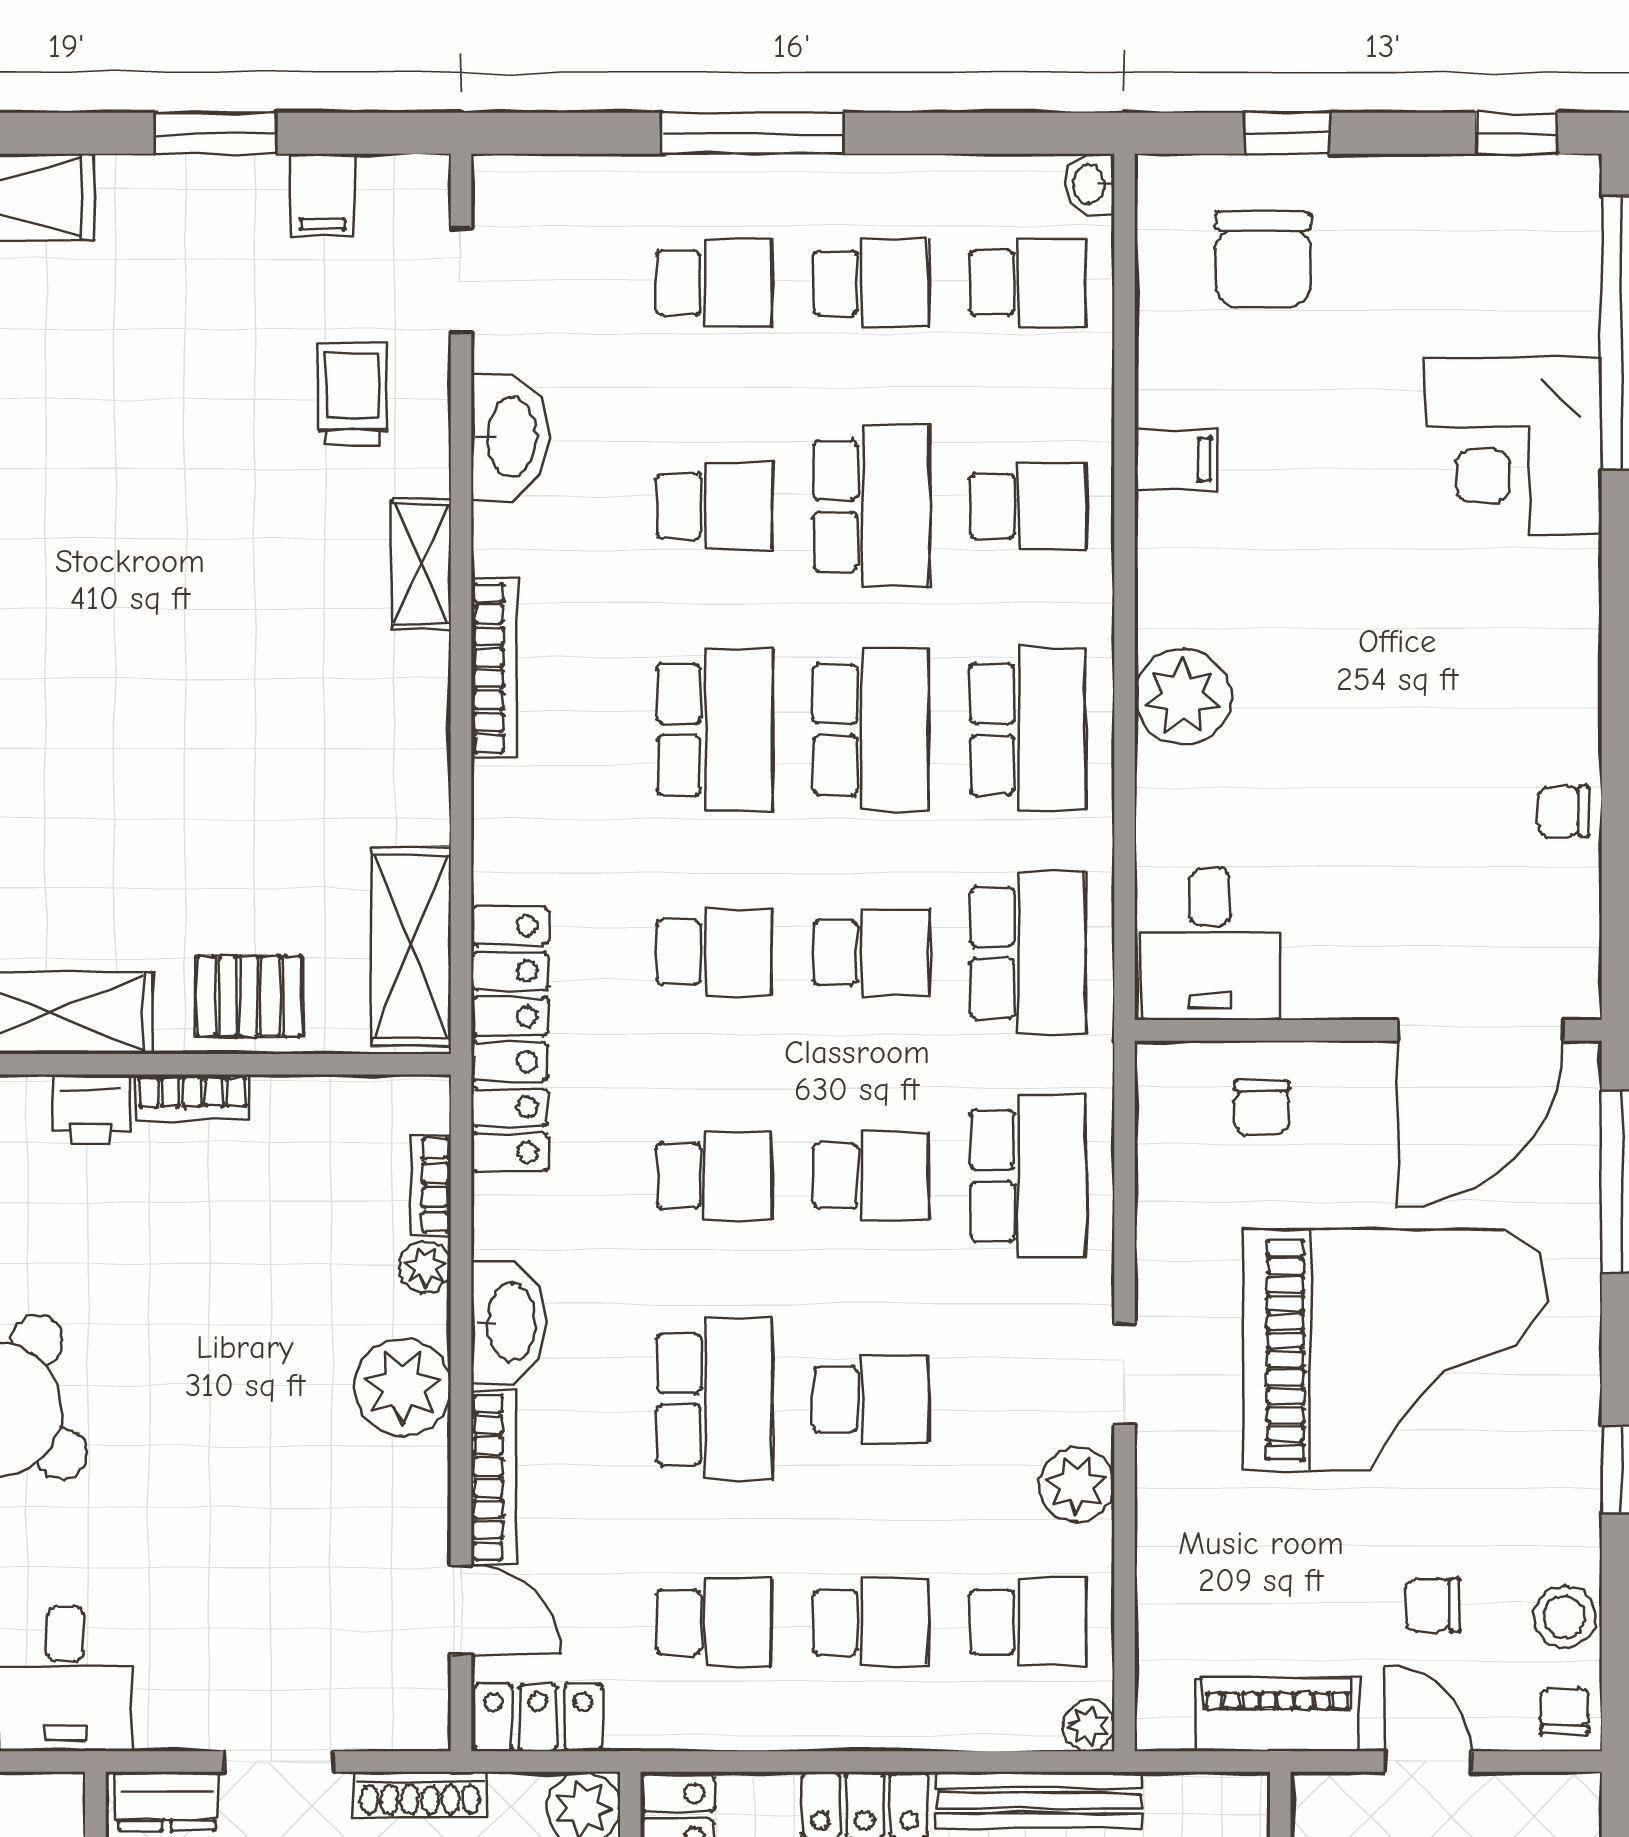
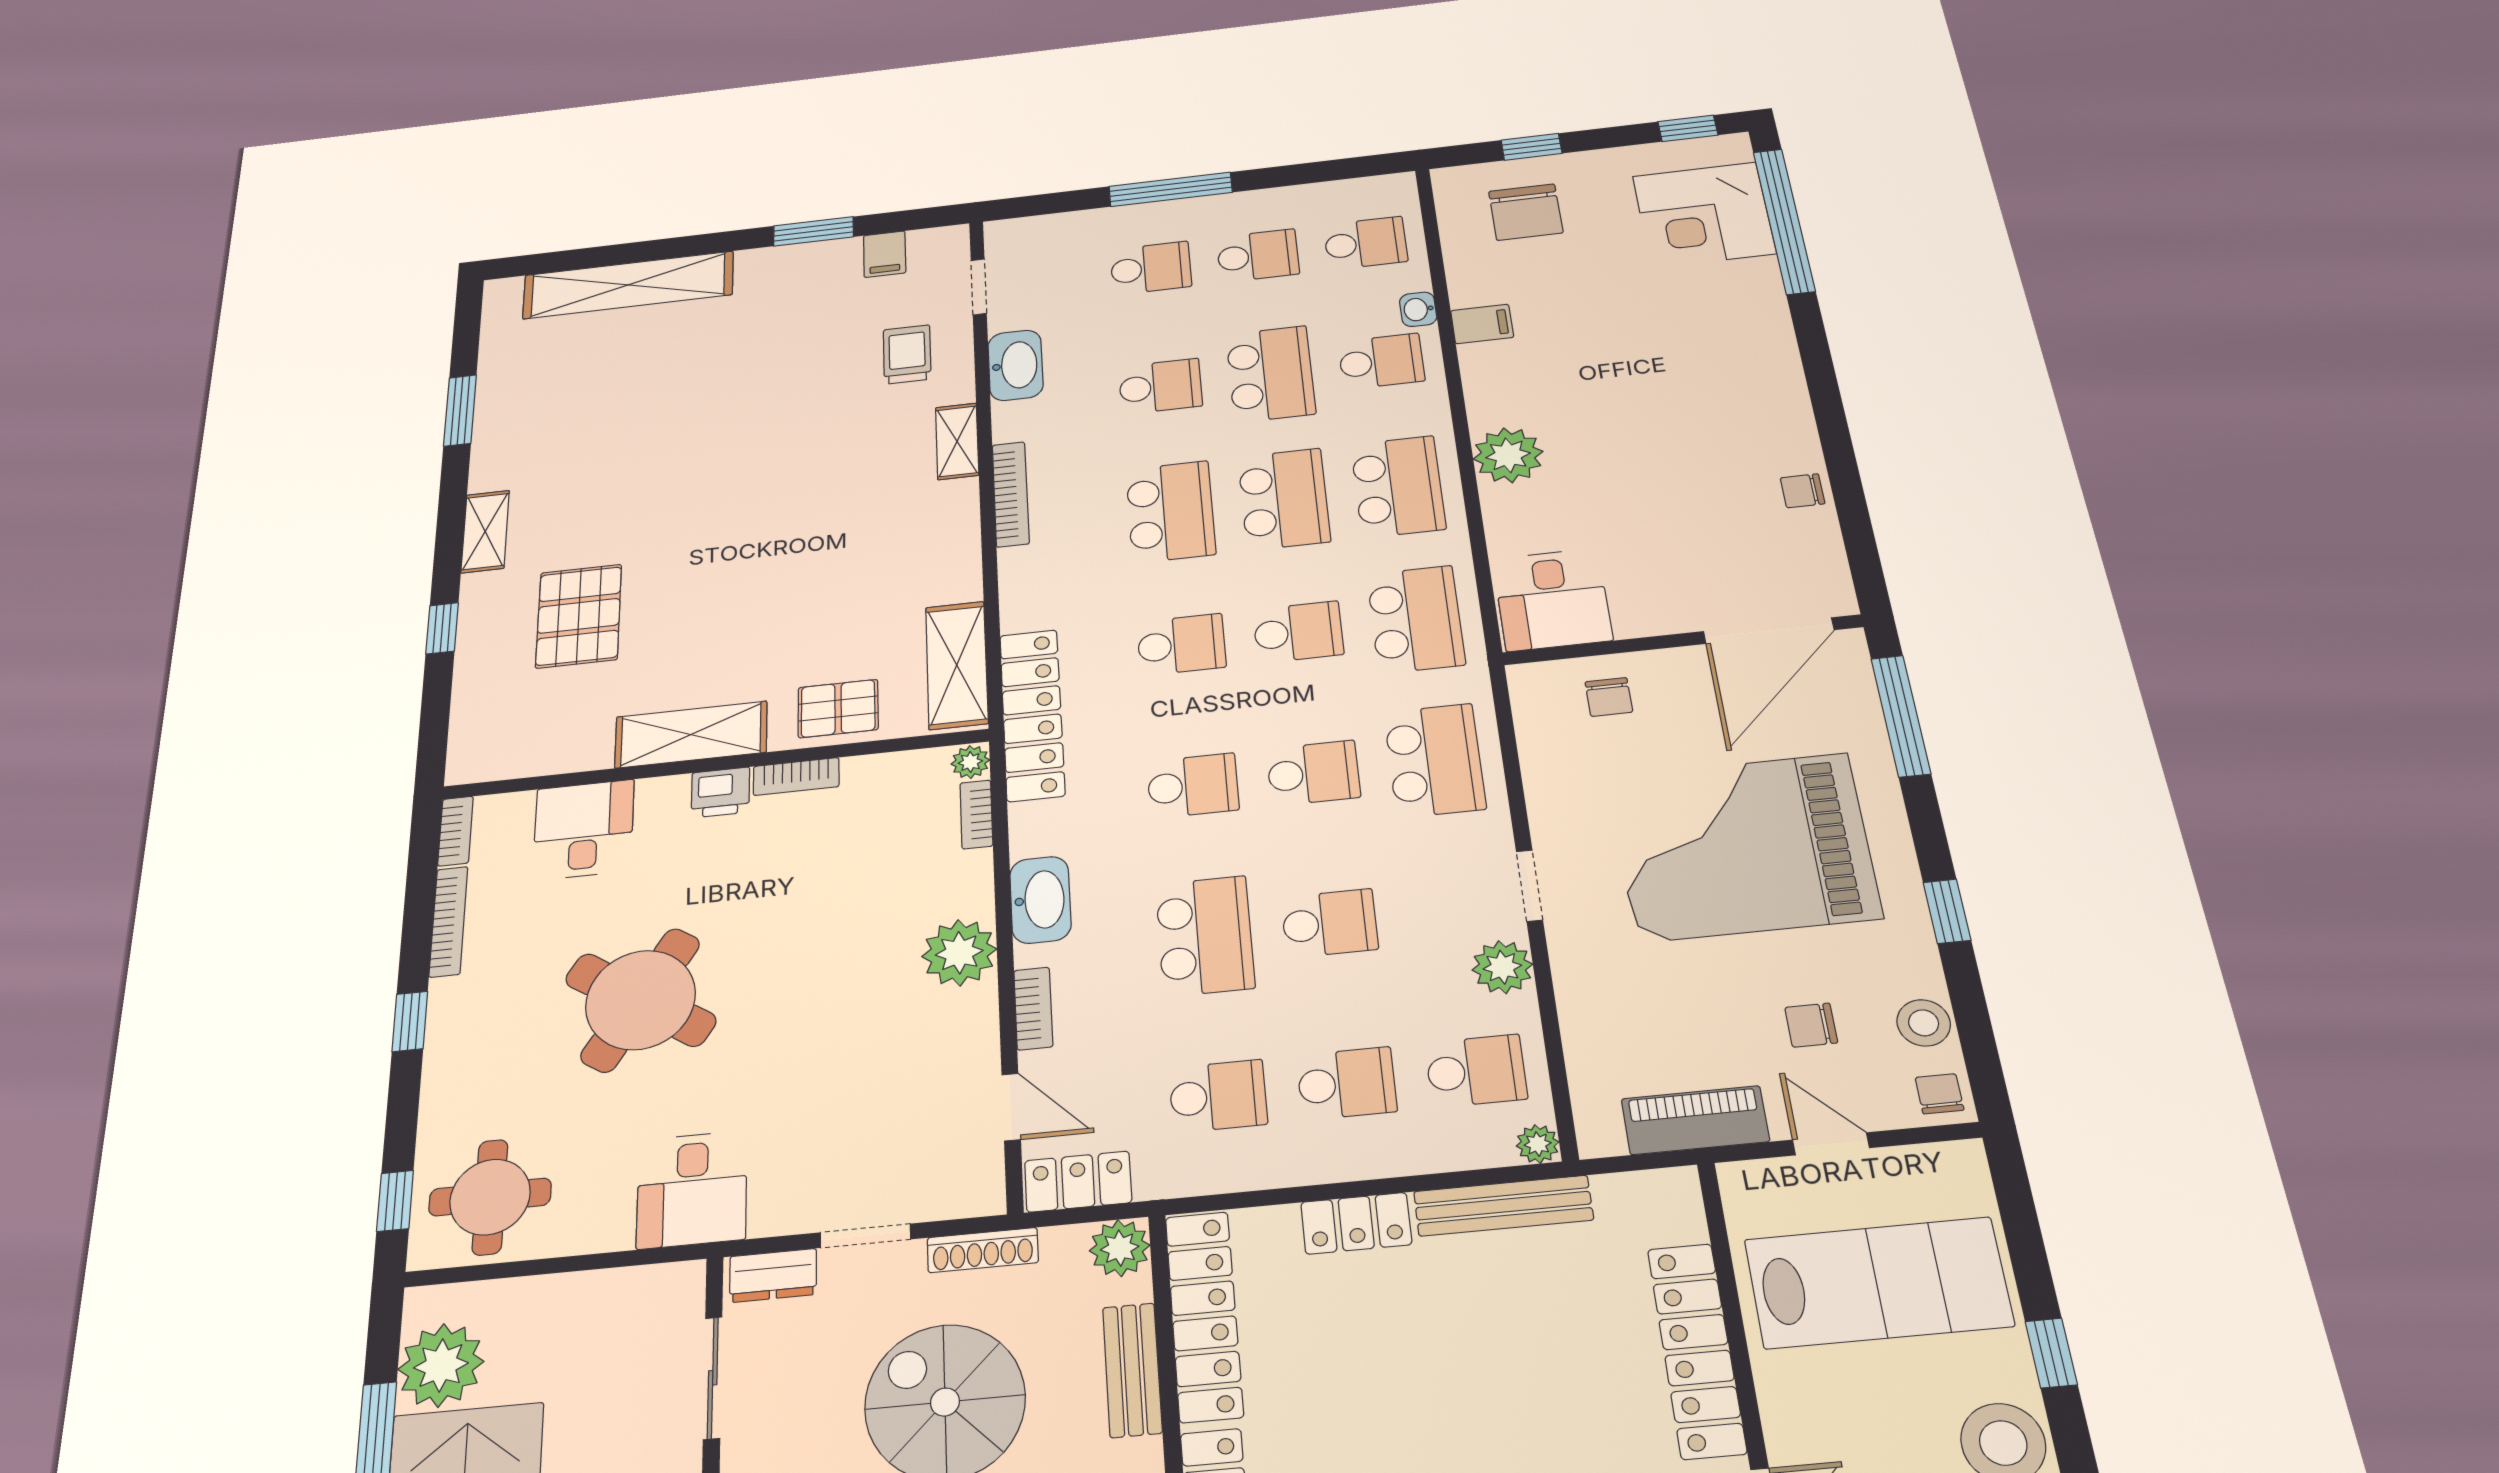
washbasin: (1090, 184) -> (1418, 309), moved
corner desk: (1513, 446) -> (1704, 215), moved
plant: (425, 1267) -> (970, 762), moved
grand piano: (1394, 1350) -> (1743, 847), turned 180
bookcase: (494, 1477) -> (1033, 1008), width x0.64

